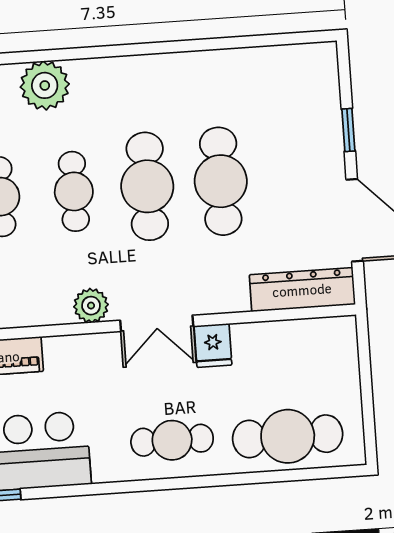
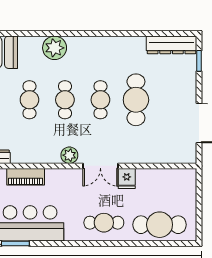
window: (348, 130) -> (199, 61), moved
cafe table: (147, 186) -> (100, 100), width x0.73, depth x0.74
dresser: (302, 290) -> (172, 45), moved, turned 180

